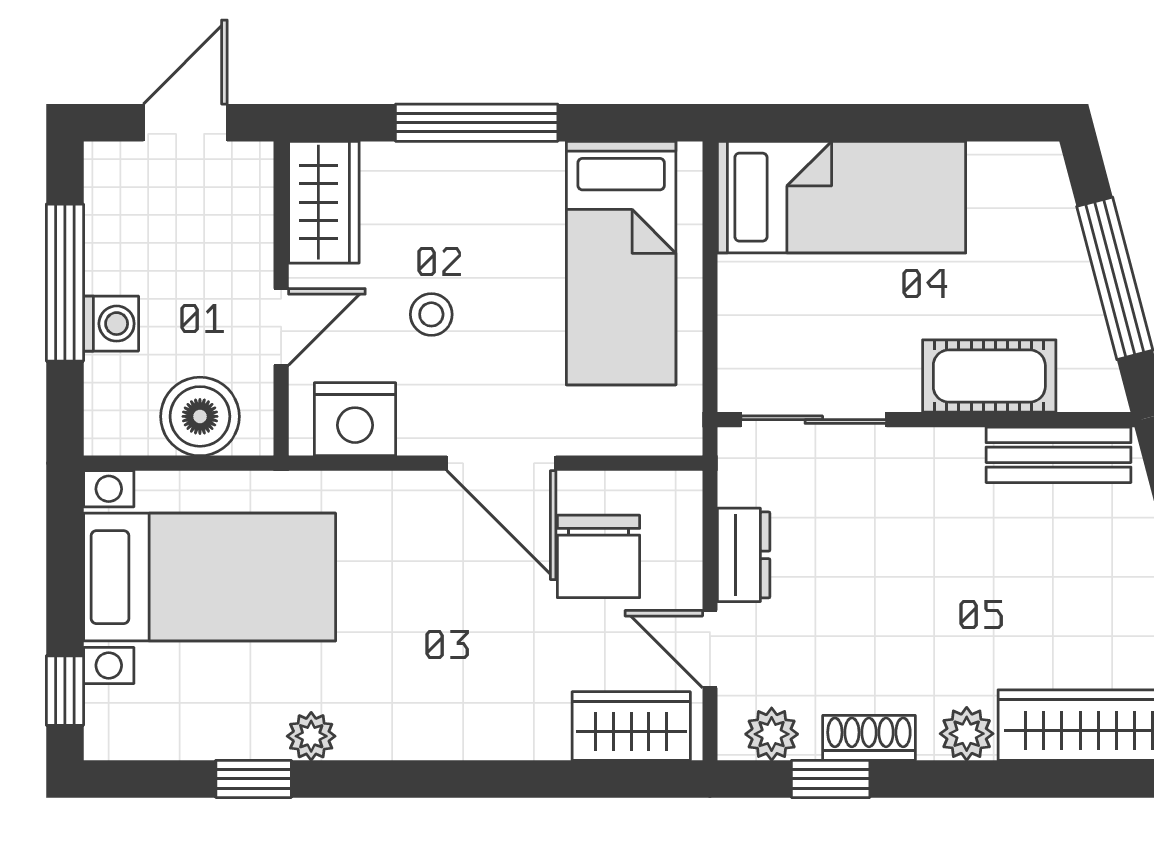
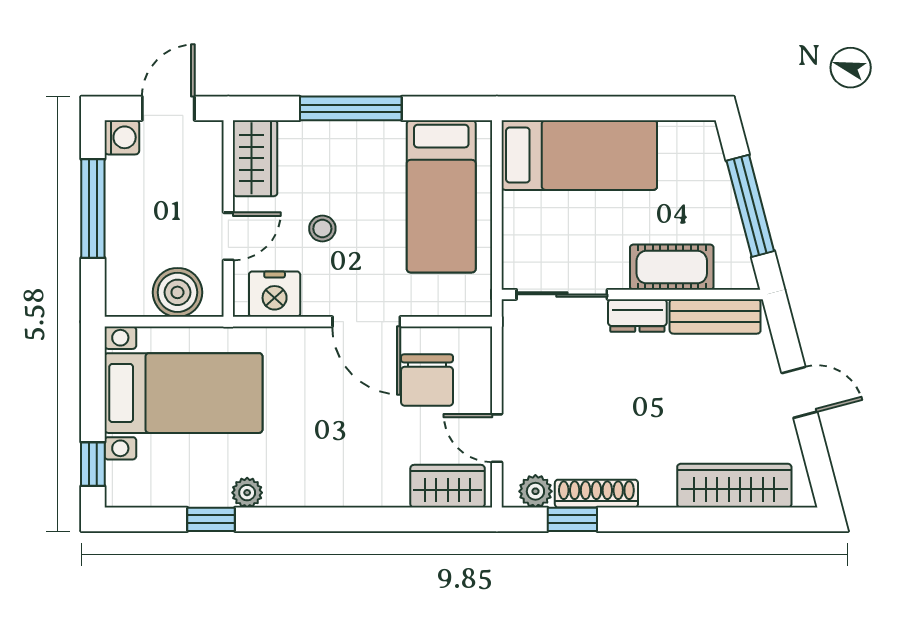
washing machine: (111, 324) -> (122, 137), moved
dresser: (744, 555) -> (637, 316), moved, turned 90
plant: (967, 734) -> (658, 491), removed
shoe rack: (869, 738) -> (596, 494), width x1.43

